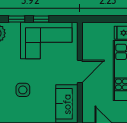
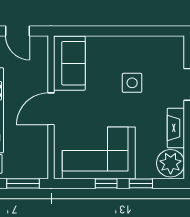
window: (100, 19) -> (23, 183), added

